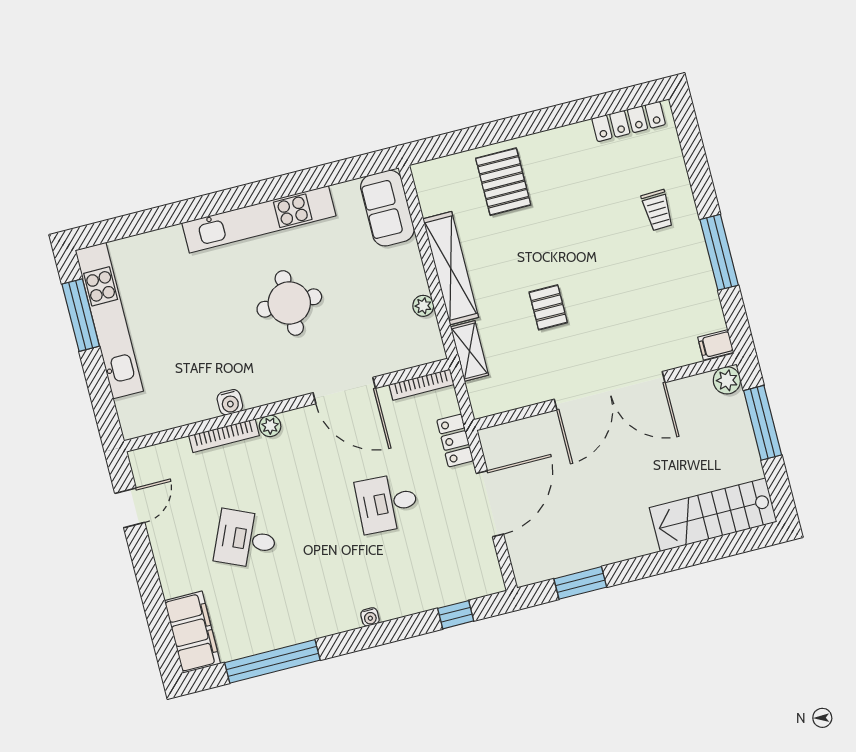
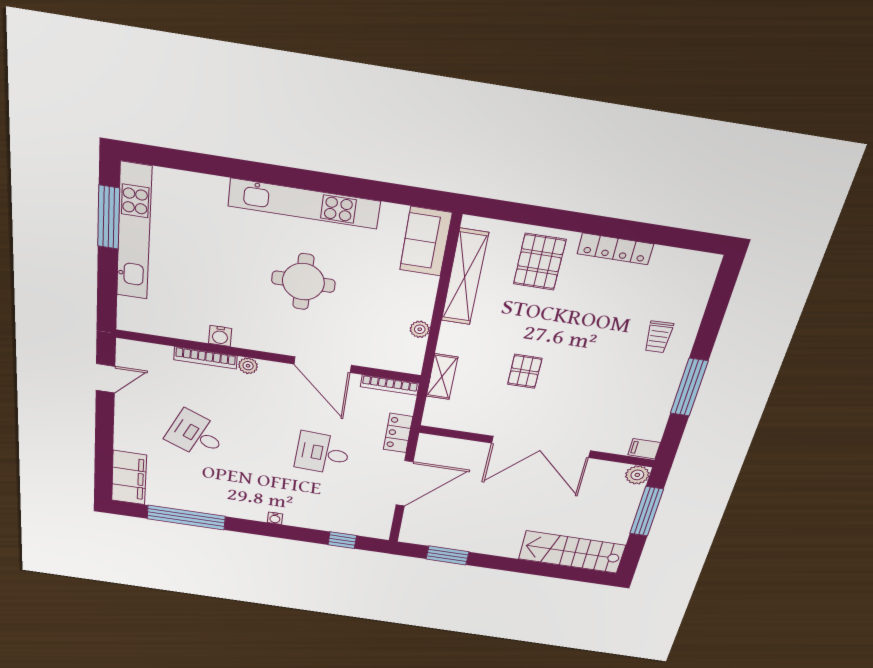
locker: (629, 121) -> (615, 249), moved
shelving: (451, 268) -> (465, 277), moved

